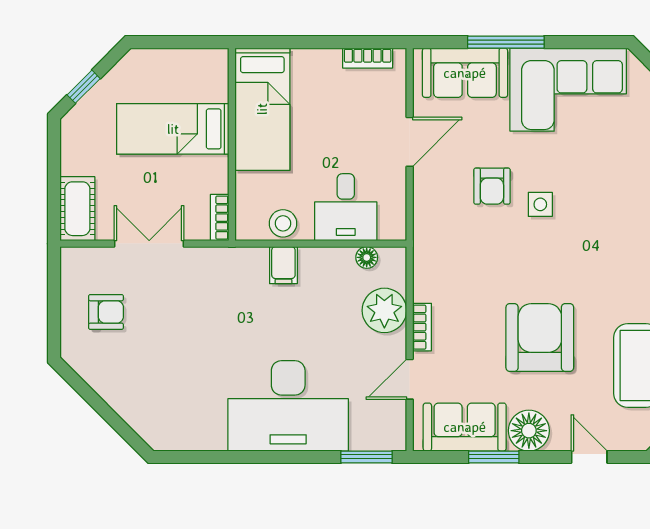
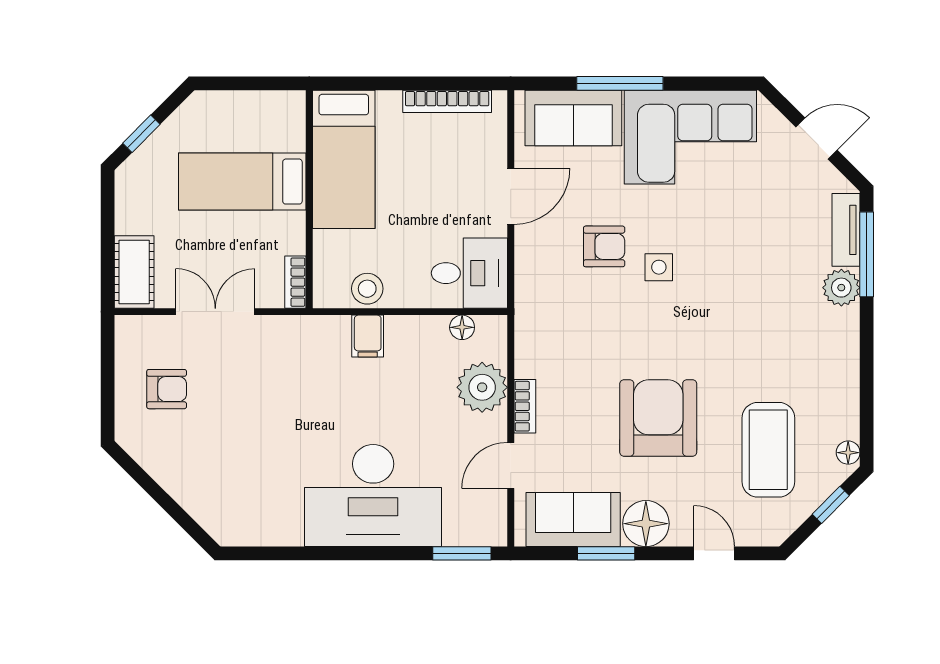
bookcase: (368, 58) -> (447, 101), width x1.56
armchair: (492, 186) -> (604, 246), turned -90
desk: (346, 207) -> (469, 273), moved, turned -90

